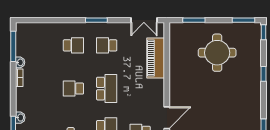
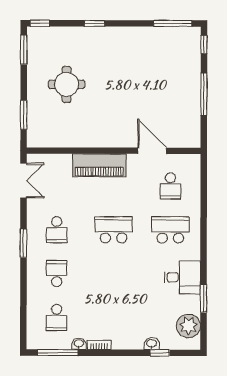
round table: (217, 53) -> (67, 84), width x0.73, depth x0.73
piano: (156, 58) -> (99, 165), moved
school desk: (73, 89) -> (57, 318), moved

